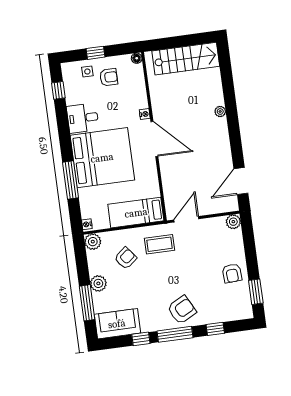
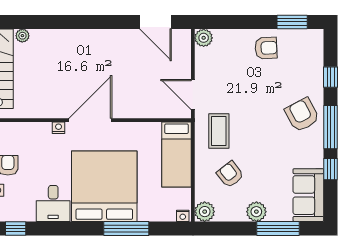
plant: (220, 111) -> (22, 36), moved

